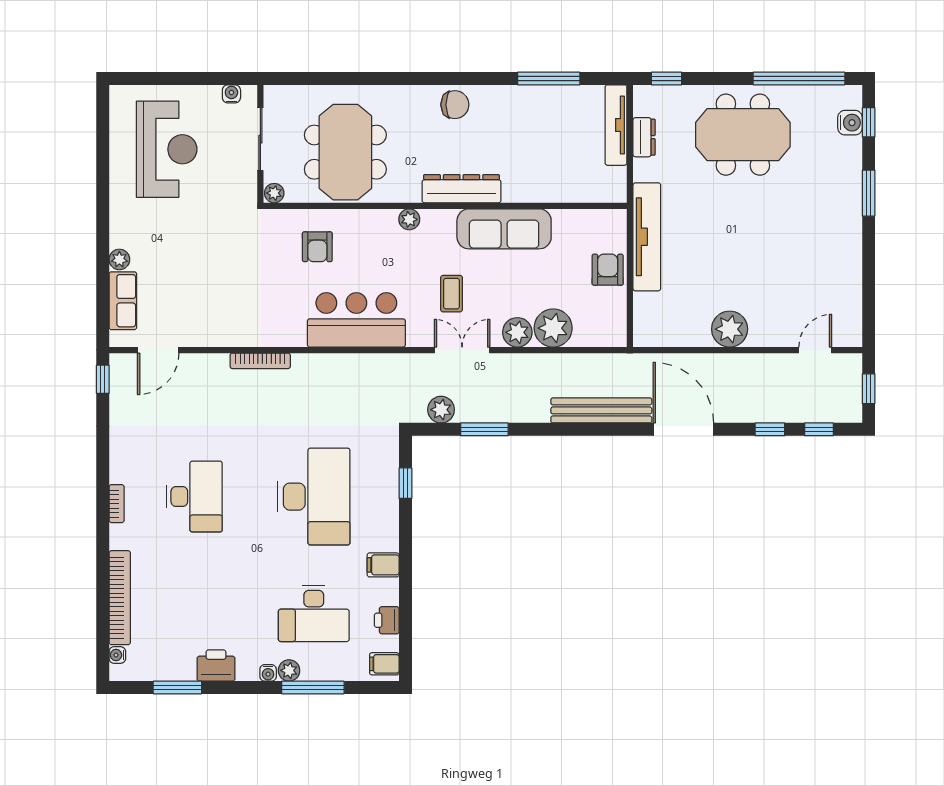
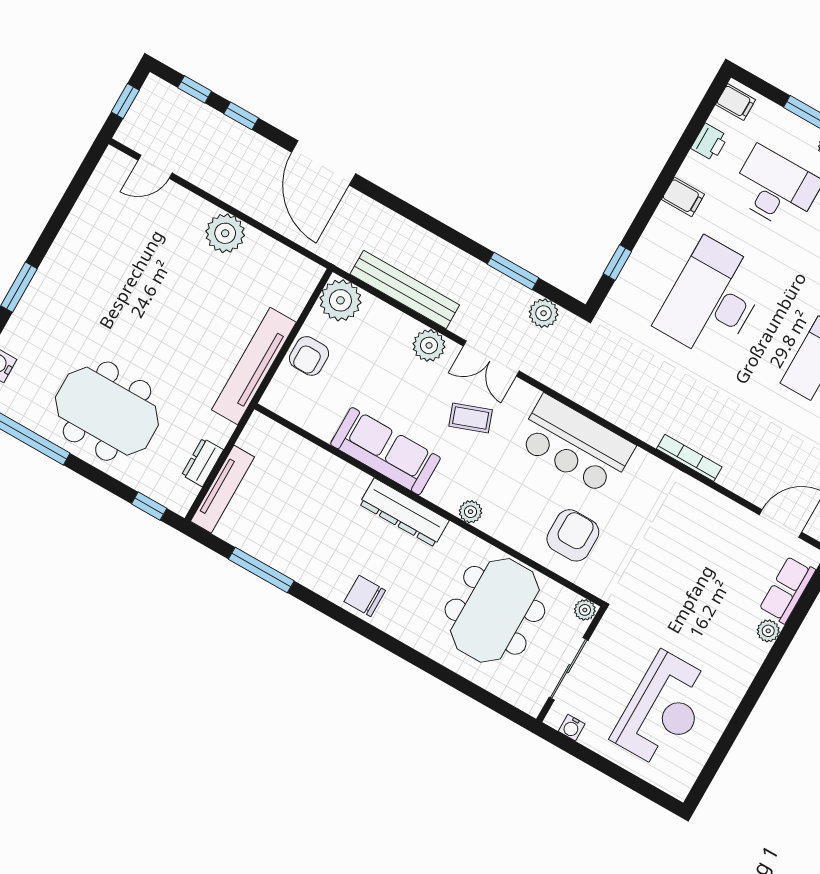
reception desk: (167, 149) -> (663, 710), turned 180
armchair: (317, 247) -> (573, 535), width x1.38, depth x1.38
coffee table: (452, 294) -> (471, 418), turned 70
plant: (553, 328) -> (340, 300), moved
bench: (601, 410) -> (405, 290), moved

